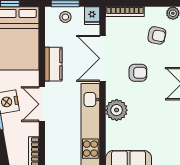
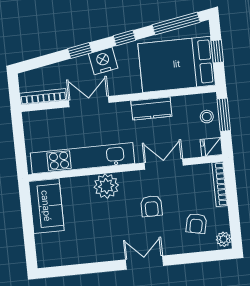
double door: (103, 58) -> (164, 164), width x0.73
double door: (42, 104) -> (89, 102), moved

